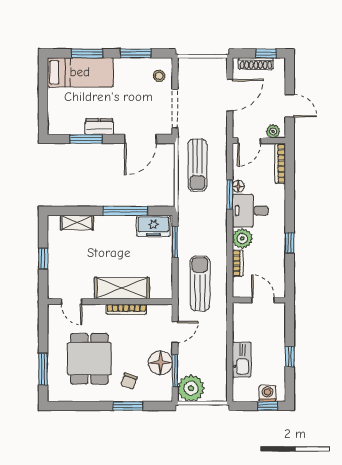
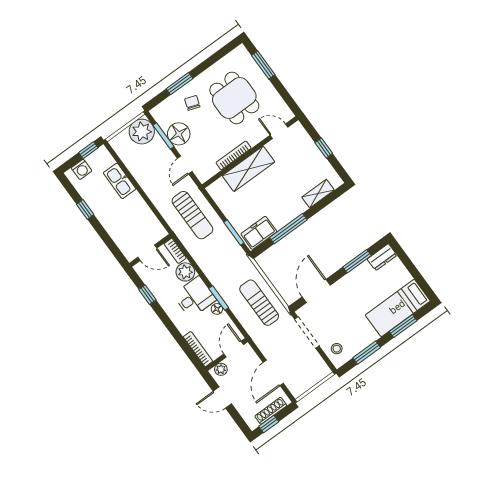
dresser: (99, 127) -> (382, 257), moved
wall: (259, 300) -> (151, 250), moved
door: (263, 300) -> (147, 253), moved
window: (268, 406) -> (88, 150), moved

